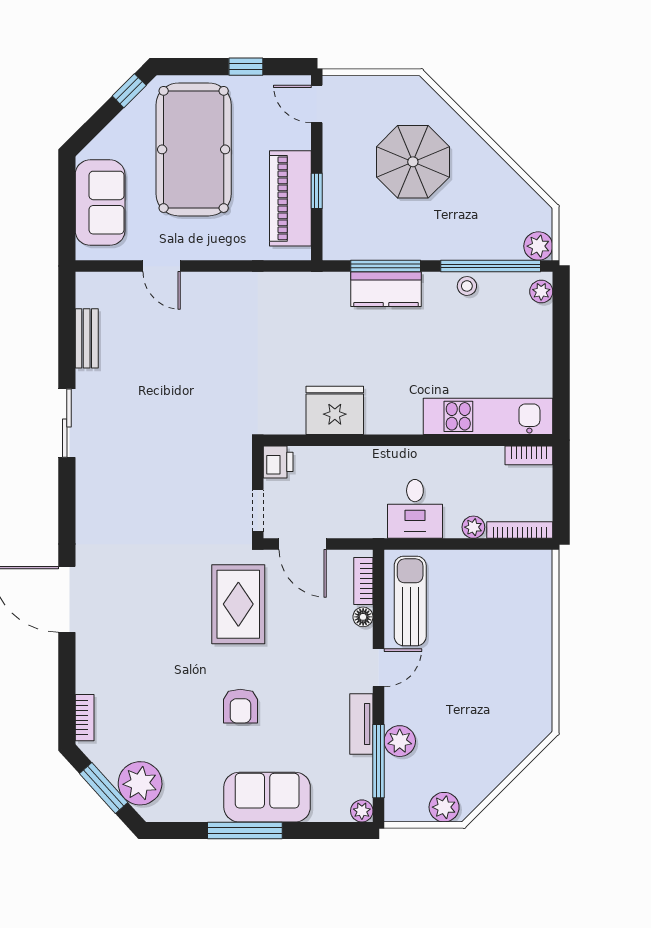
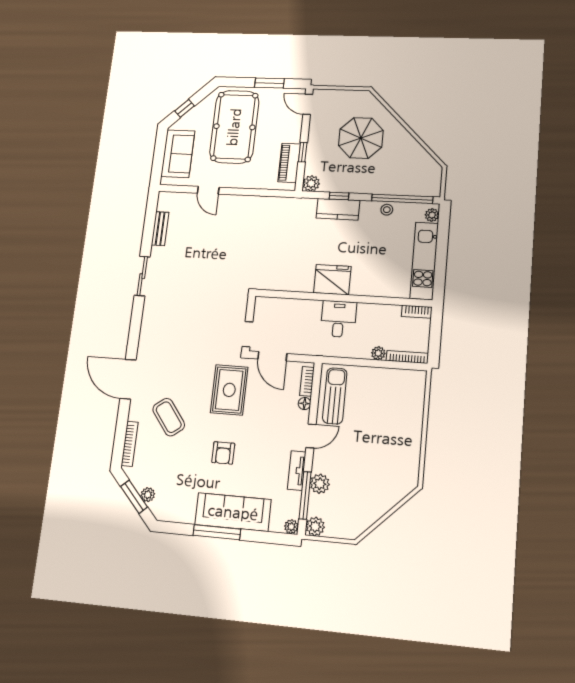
window: (246, 67) -> (269, 83), width x1.50
window: (129, 91) -> (185, 108), moved
piano: (290, 198) -> (289, 163), width x0.73, depth x0.75
plant: (538, 246) -> (311, 183), moved
window: (386, 266) -> (339, 196), width x0.46
fridge: (335, 410) -> (332, 280), moved
kitchen unit: (488, 416) -> (424, 261), moved, turned -90
printer: (278, 462) -> (263, 306), removed
desk: (415, 509) -> (338, 319), moved, turned 180
coffee table: (144, 656) -> (169, 417), added
bookcase: (85, 718) -> (130, 444), width x1.56
plant: (140, 783) -> (148, 495), width x0.53, depth x0.53
sofa: (267, 797) -> (233, 512), width x1.36
plant: (444, 807) -> (315, 526), moved

